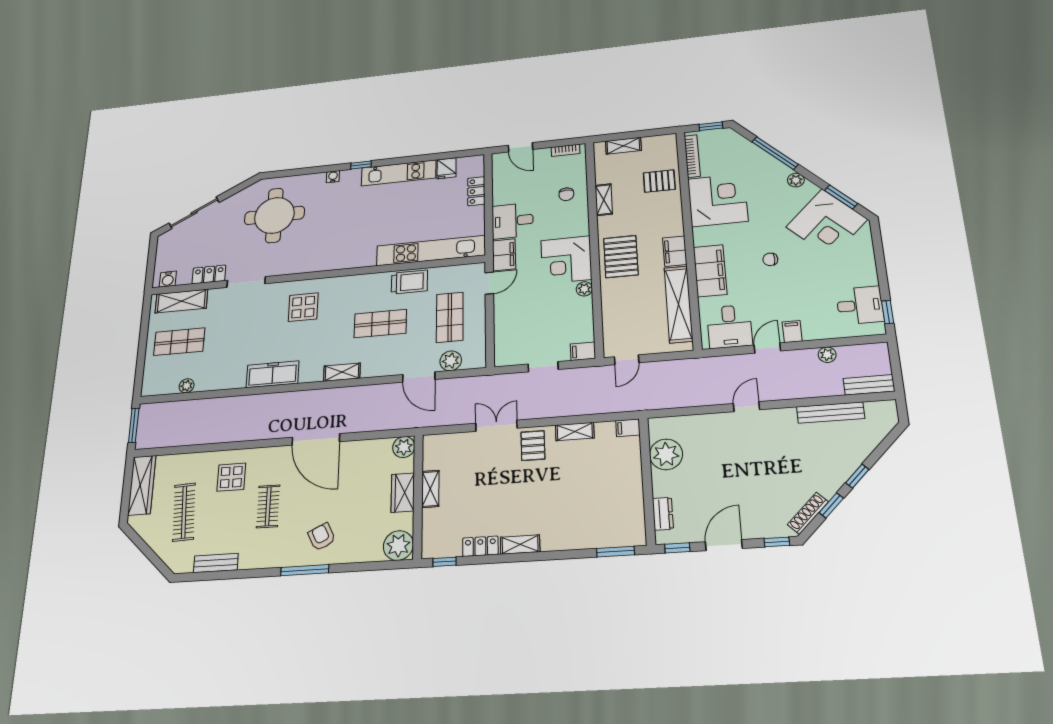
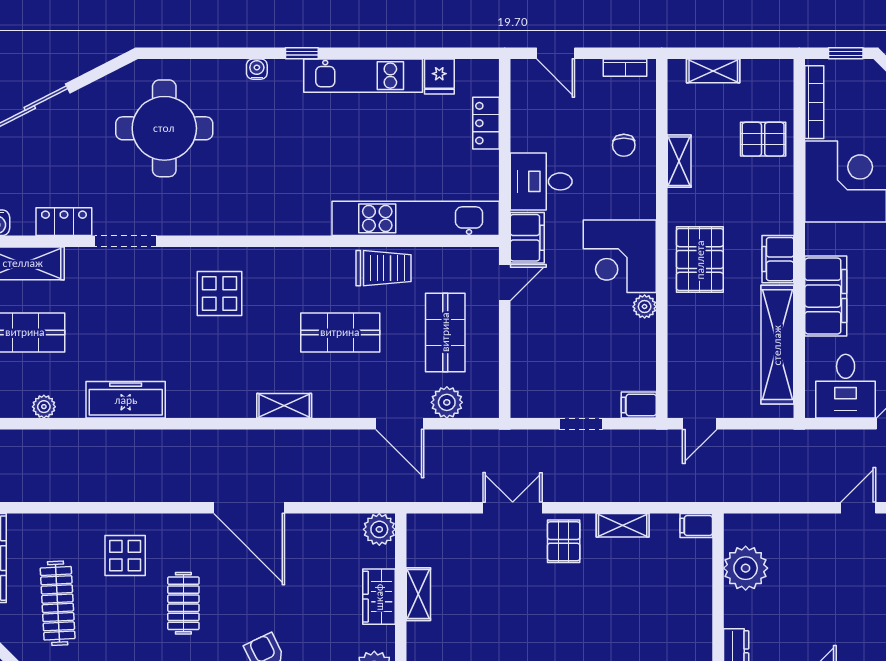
freezer: (273, 374) -> (126, 400), moved

